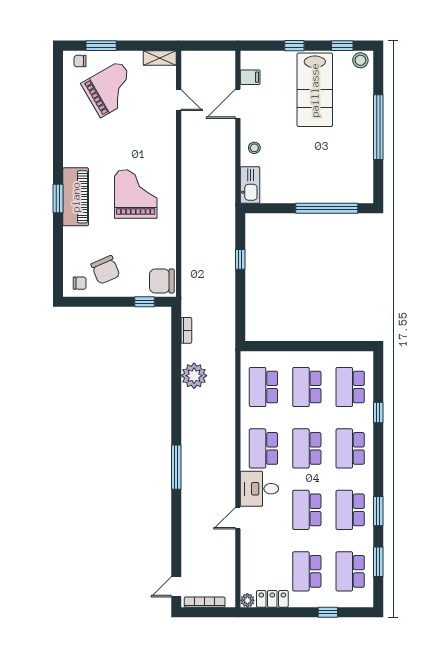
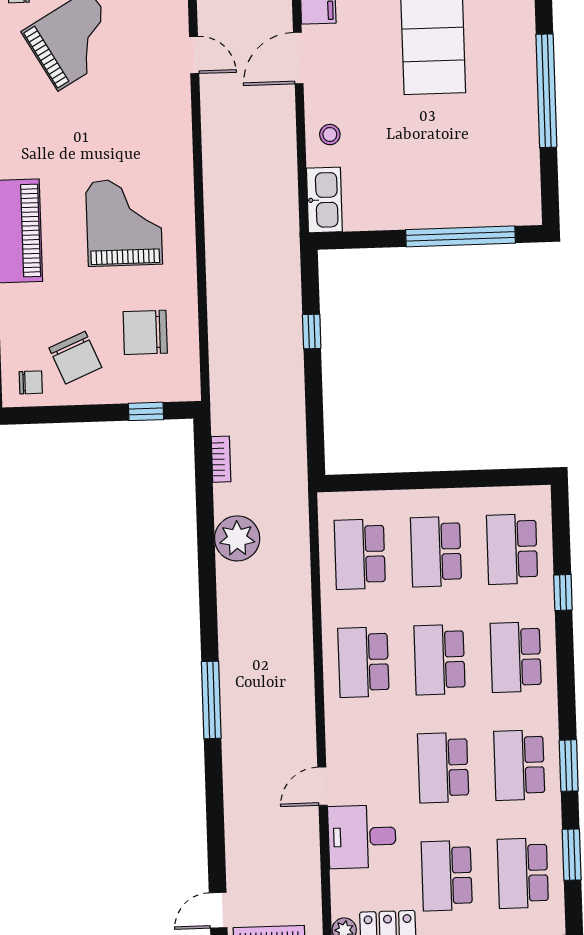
chair: (162, 281) -> (145, 332), moved
desk: (259, 489) -> (362, 837), moved

